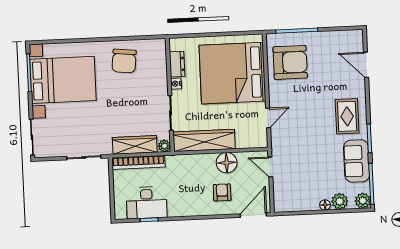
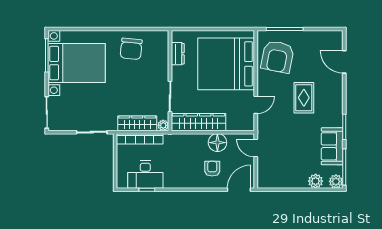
armchair: (290, 62) -> (277, 57), turned 101
nightstand: (176, 84) -> (176, 71), removed
rug: (347, 116) -> (304, 98), moved
floor lamp: (325, 205) -> (303, 184), removed

